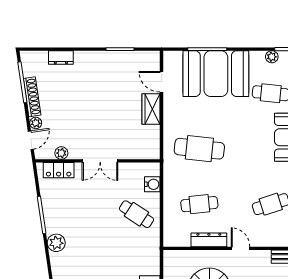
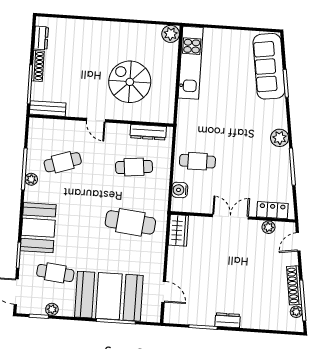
dresser: (61, 58) -> (228, 320), moved
wardrobe: (151, 109) -> (178, 230), moved
plant: (36, 123) -> (296, 312), moved
cafe table: (136, 214) -> (197, 161), turned -33
dresser: (209, 240) -> (148, 132), moved

